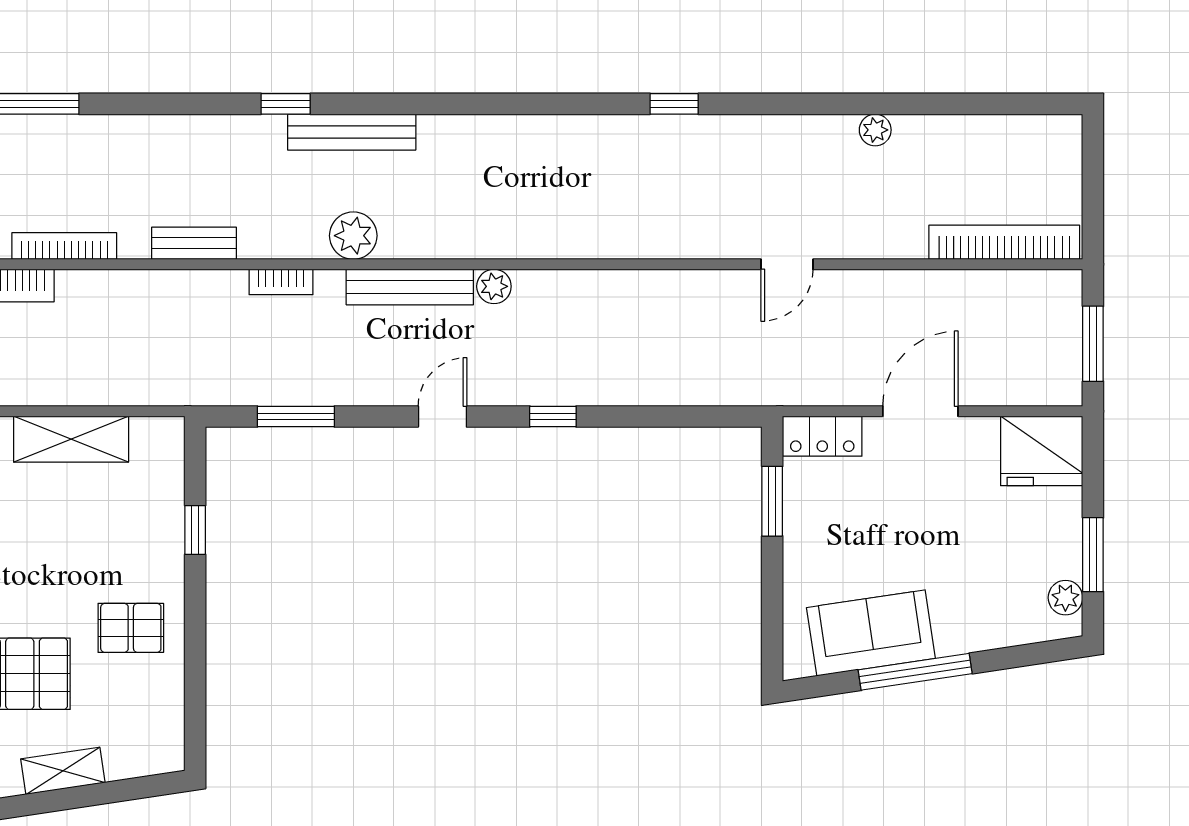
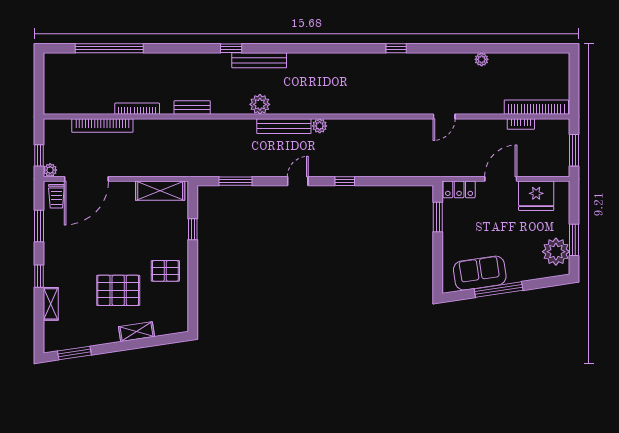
bookcase: (281, 282) -> (521, 124), moved
shelving: (71, 439) -> (160, 191), moved
fridge: (1042, 451) -> (536, 196), moved
plant: (1065, 598) -> (556, 252), width x1.88, depth x1.88

